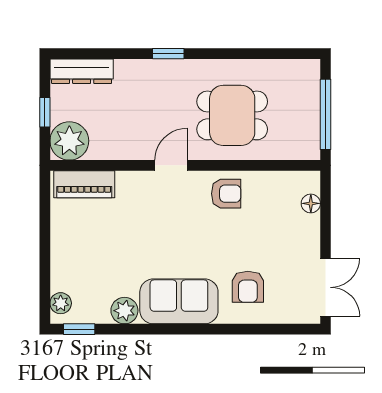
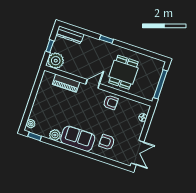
dining table: (232, 115) -> (123, 72), turned 90
piano: (84, 184) -> (66, 83), moved
armchair: (248, 287) -> (107, 142), turned 90

